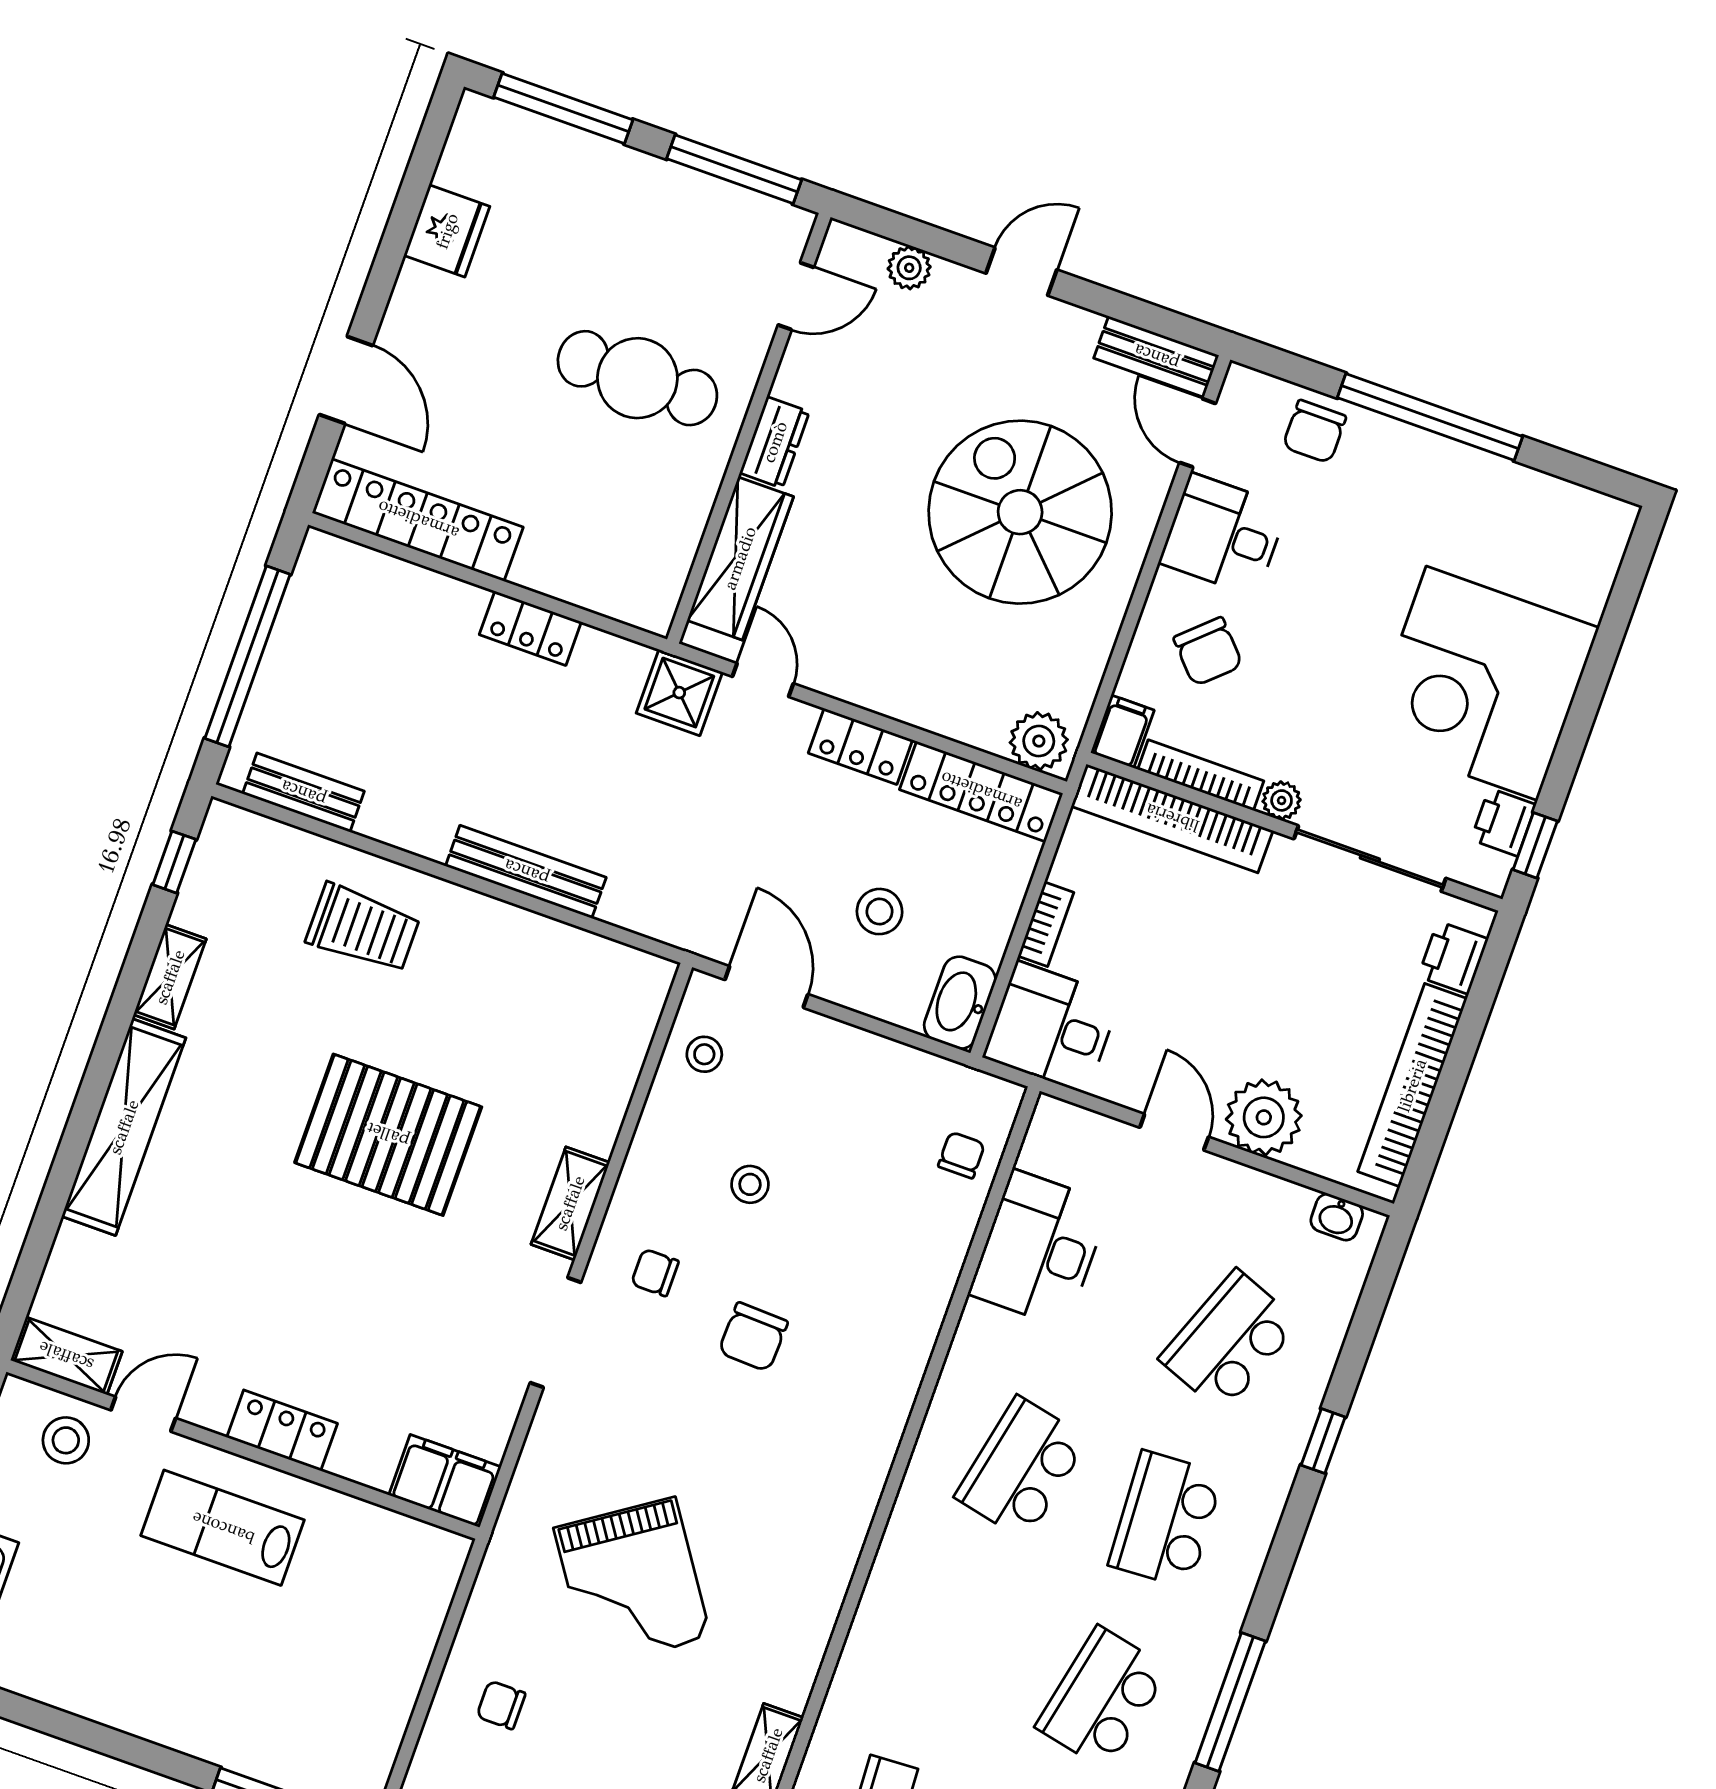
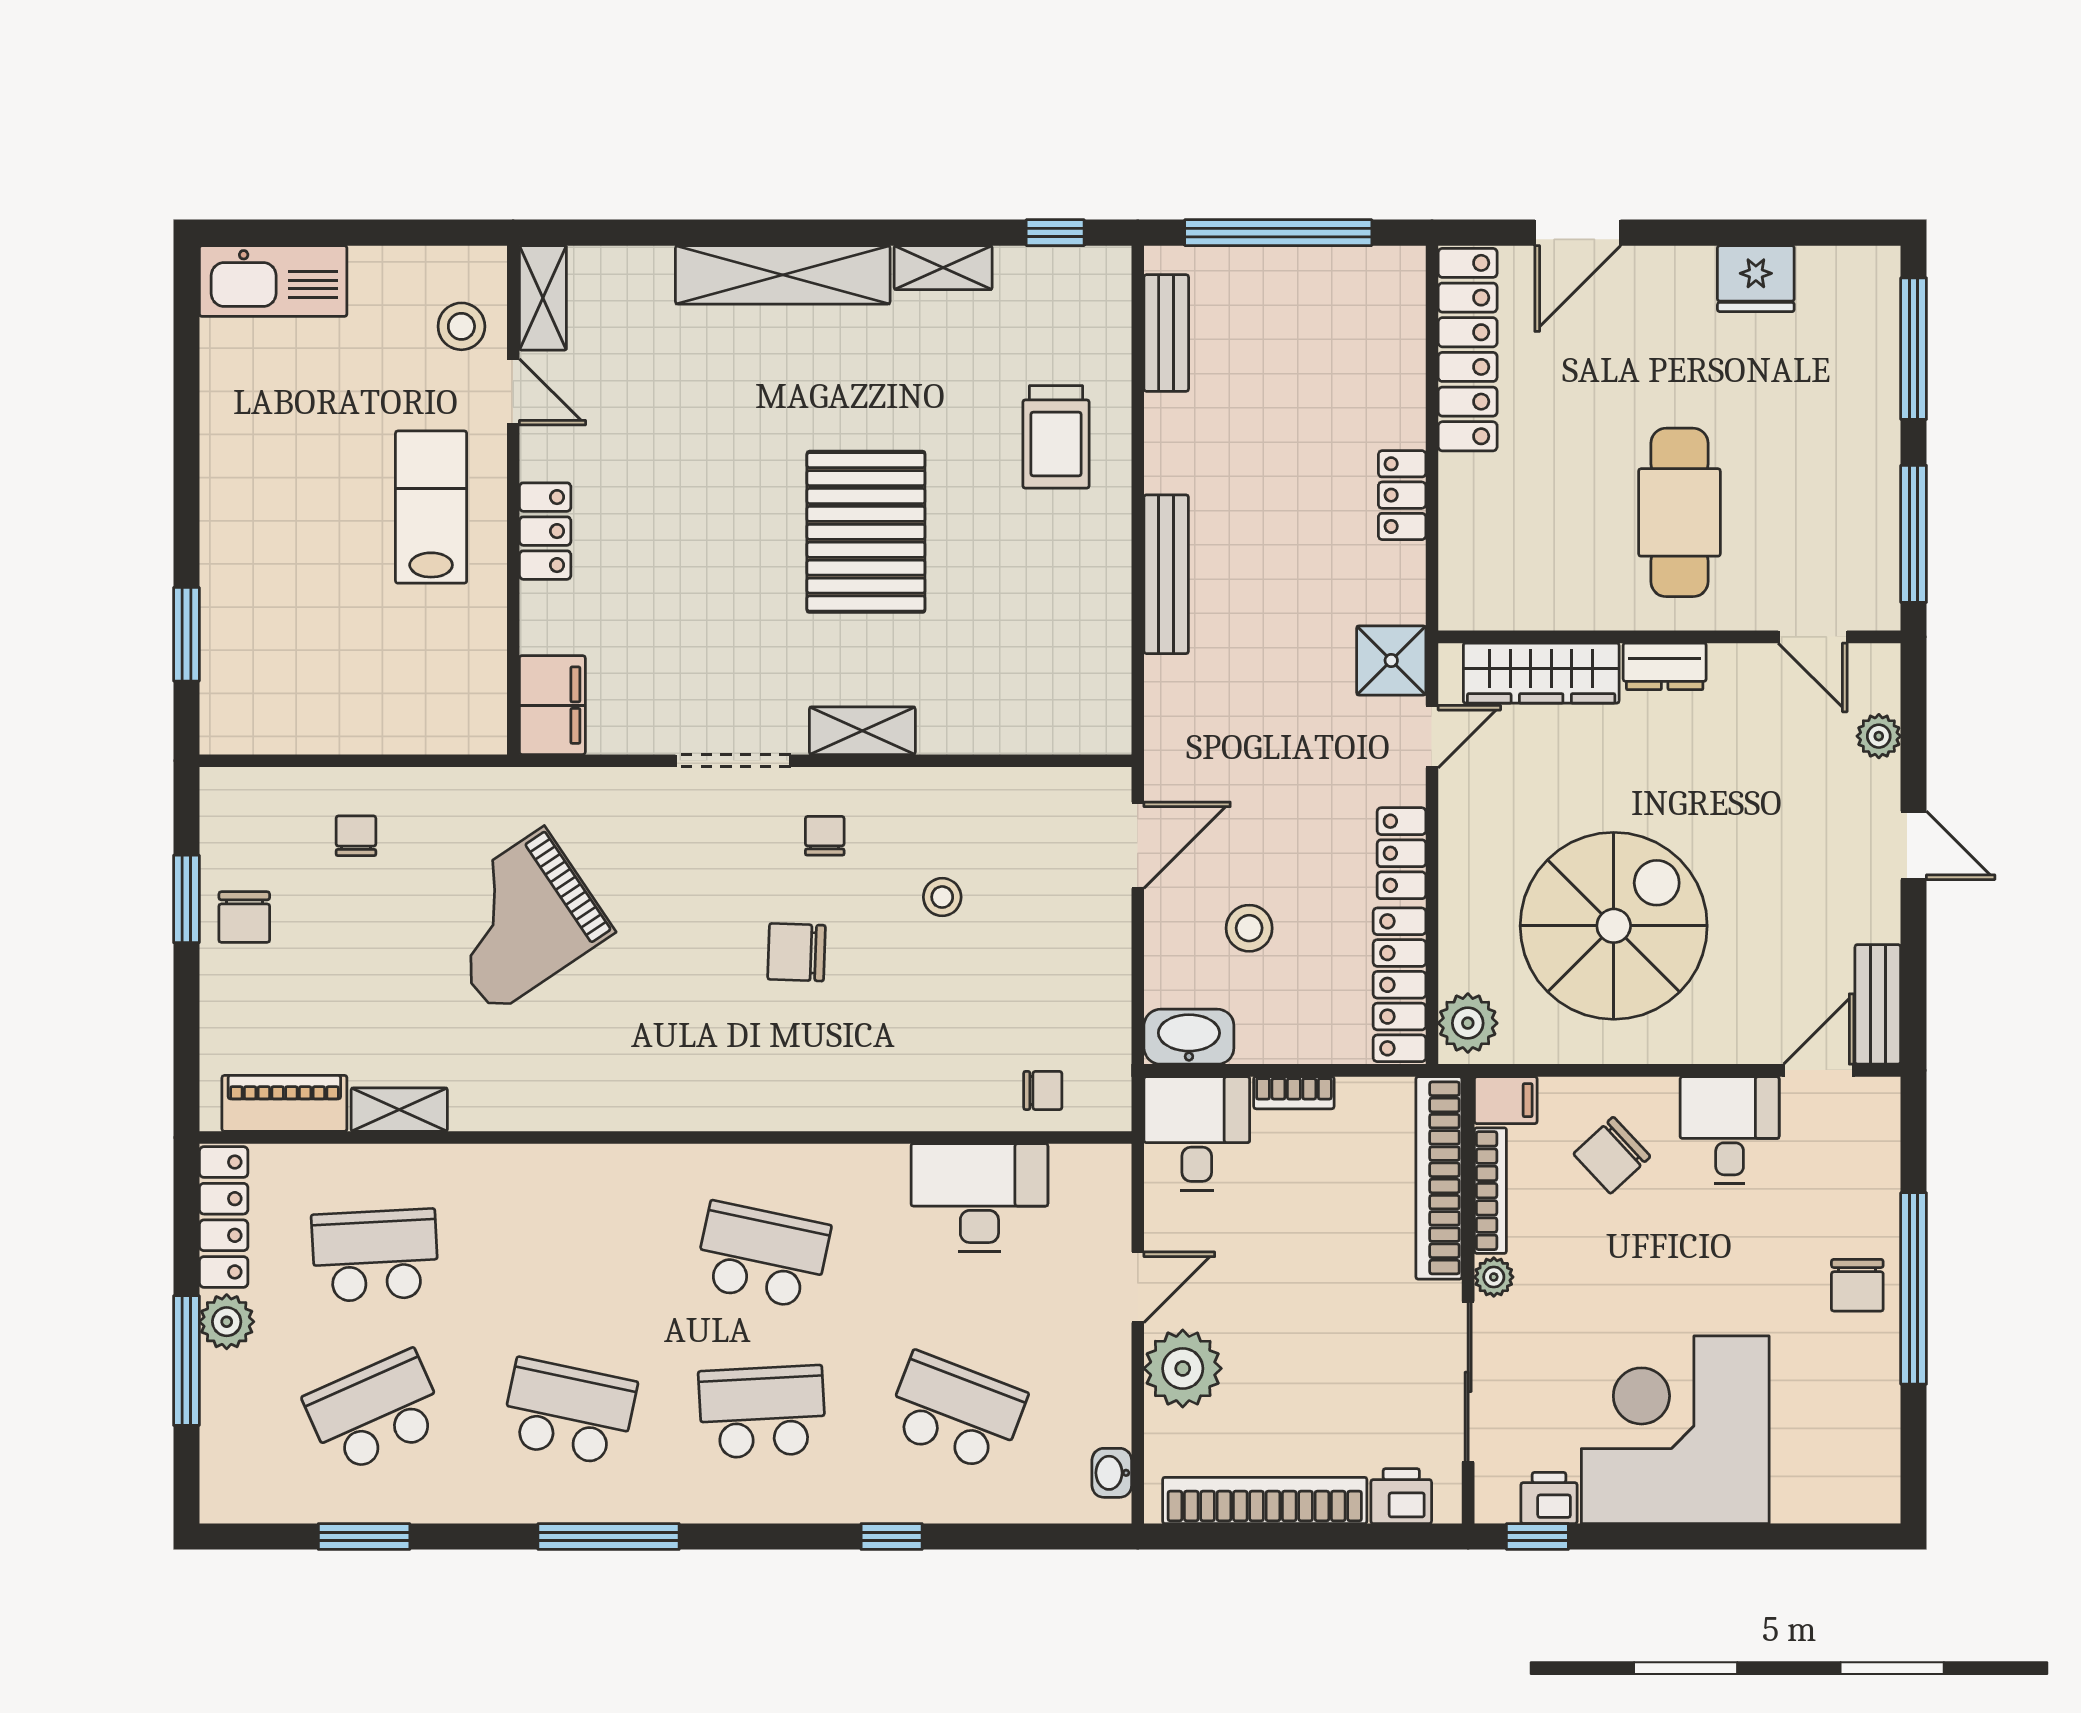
chair: (1314, 431) -> (1857, 1285), moved, turned -90
spiral stairs: (1020, 512) -> (1614, 926), moved
stool: (704, 1054) -> (1052, 808), removed

